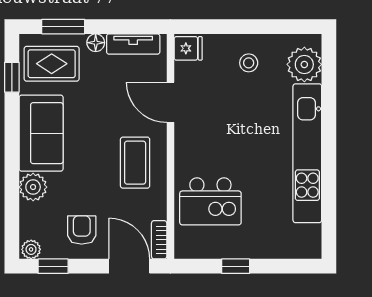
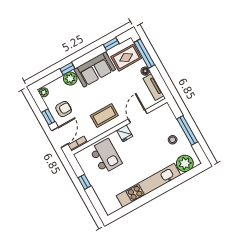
window: (63, 27) -> (144, 54), width x1.44
window: (247, 27) -> (187, 130), added
fridge: (188, 48) -> (125, 133), moved
rug: (52, 64) -> (126, 58), turned 90
window: (12, 182) -> (67, 69), added
kitchen island: (210, 201) -> (106, 156), turned 180
window: (53, 266) -> (48, 117), moved

